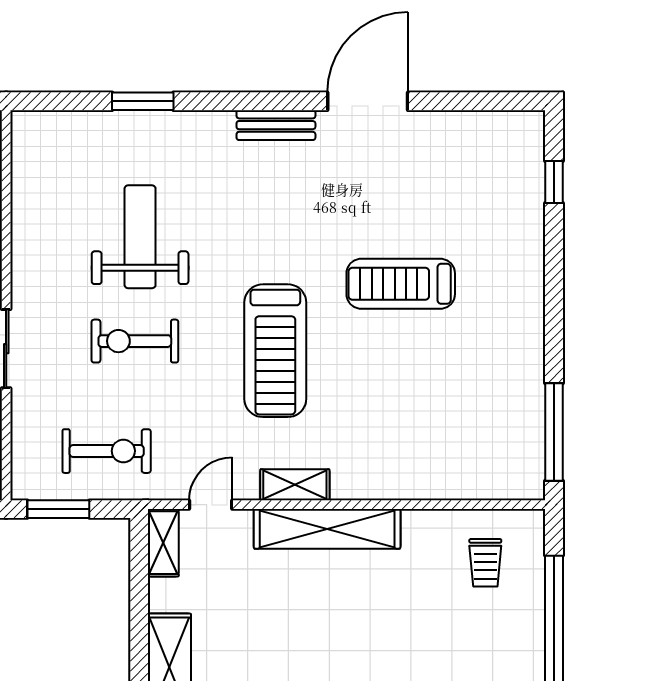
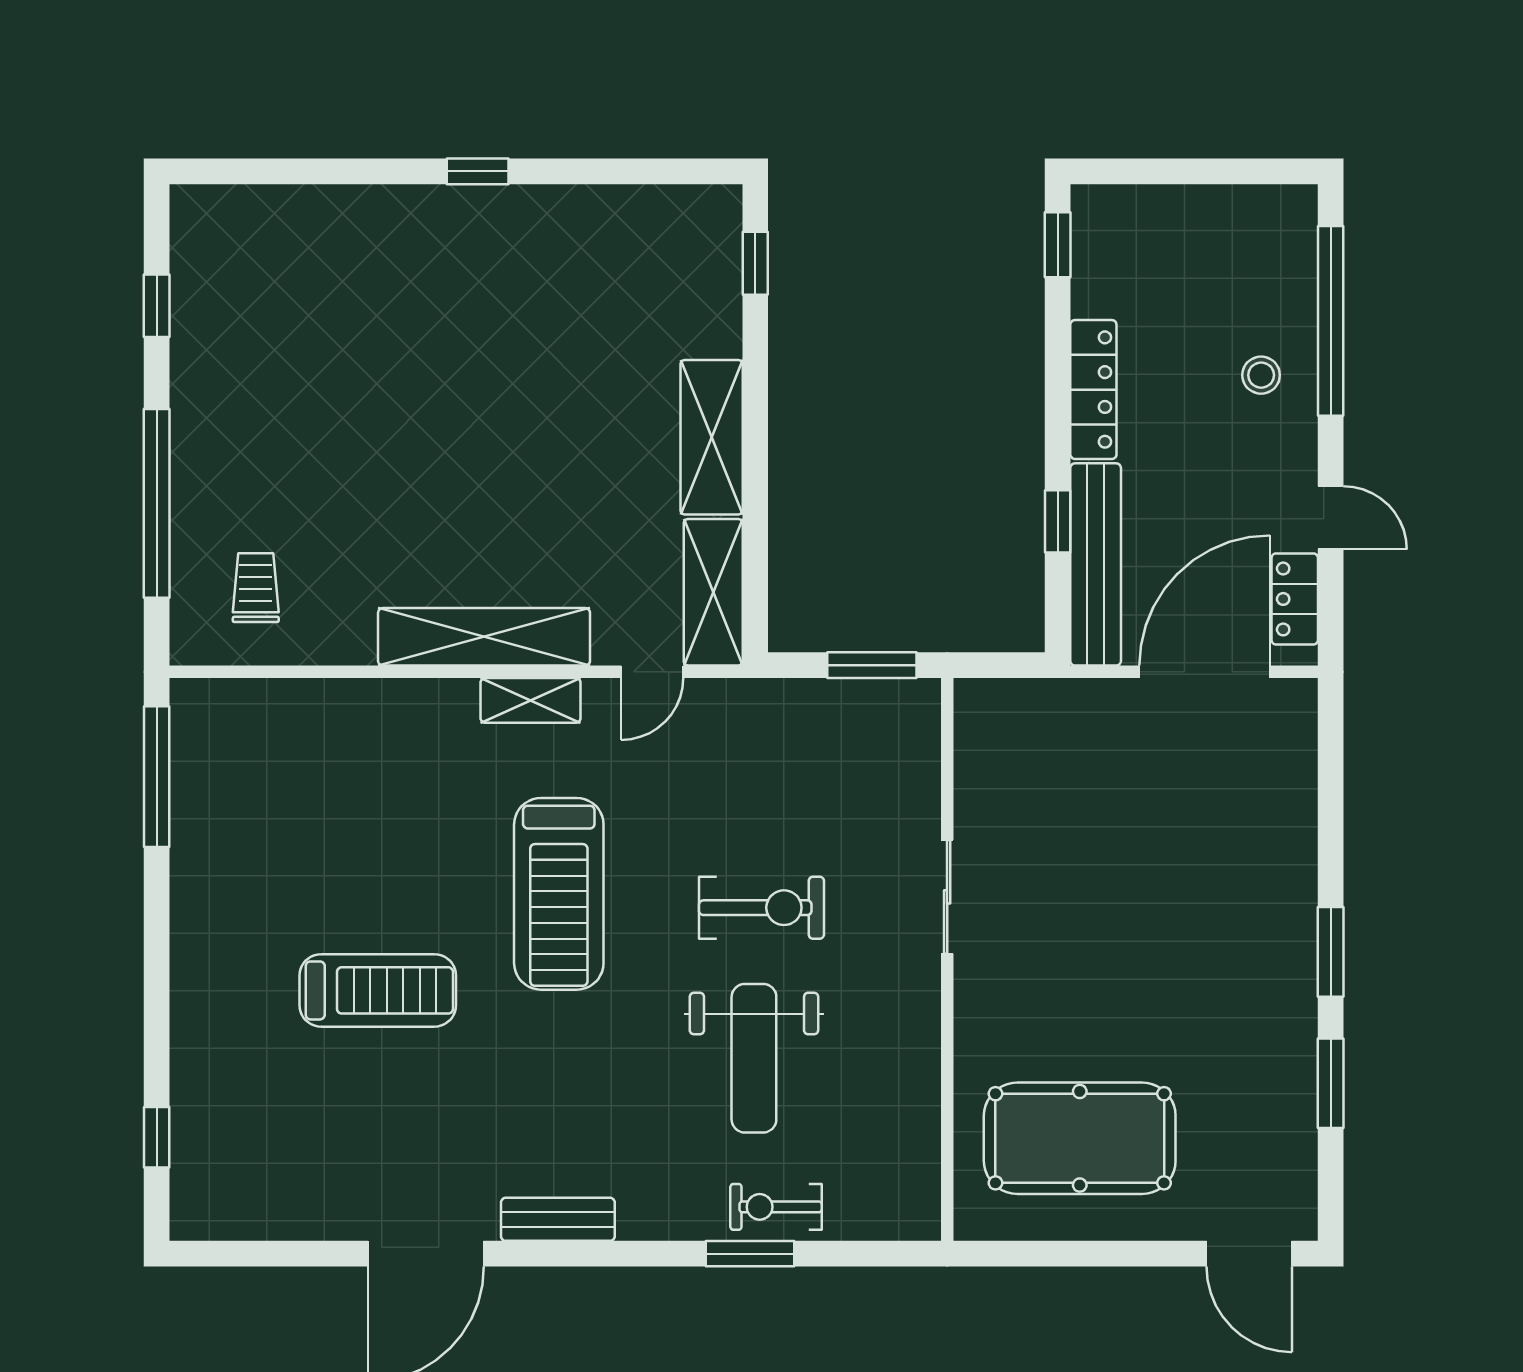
treadmill: (275, 351) -> (559, 894), turned 180
exercise bike: (107, 451) -> (776, 1207), moved, width x0.73, depth x0.72
shelving: (163, 543) -> (713, 592), width x1.50, depth x1.33

